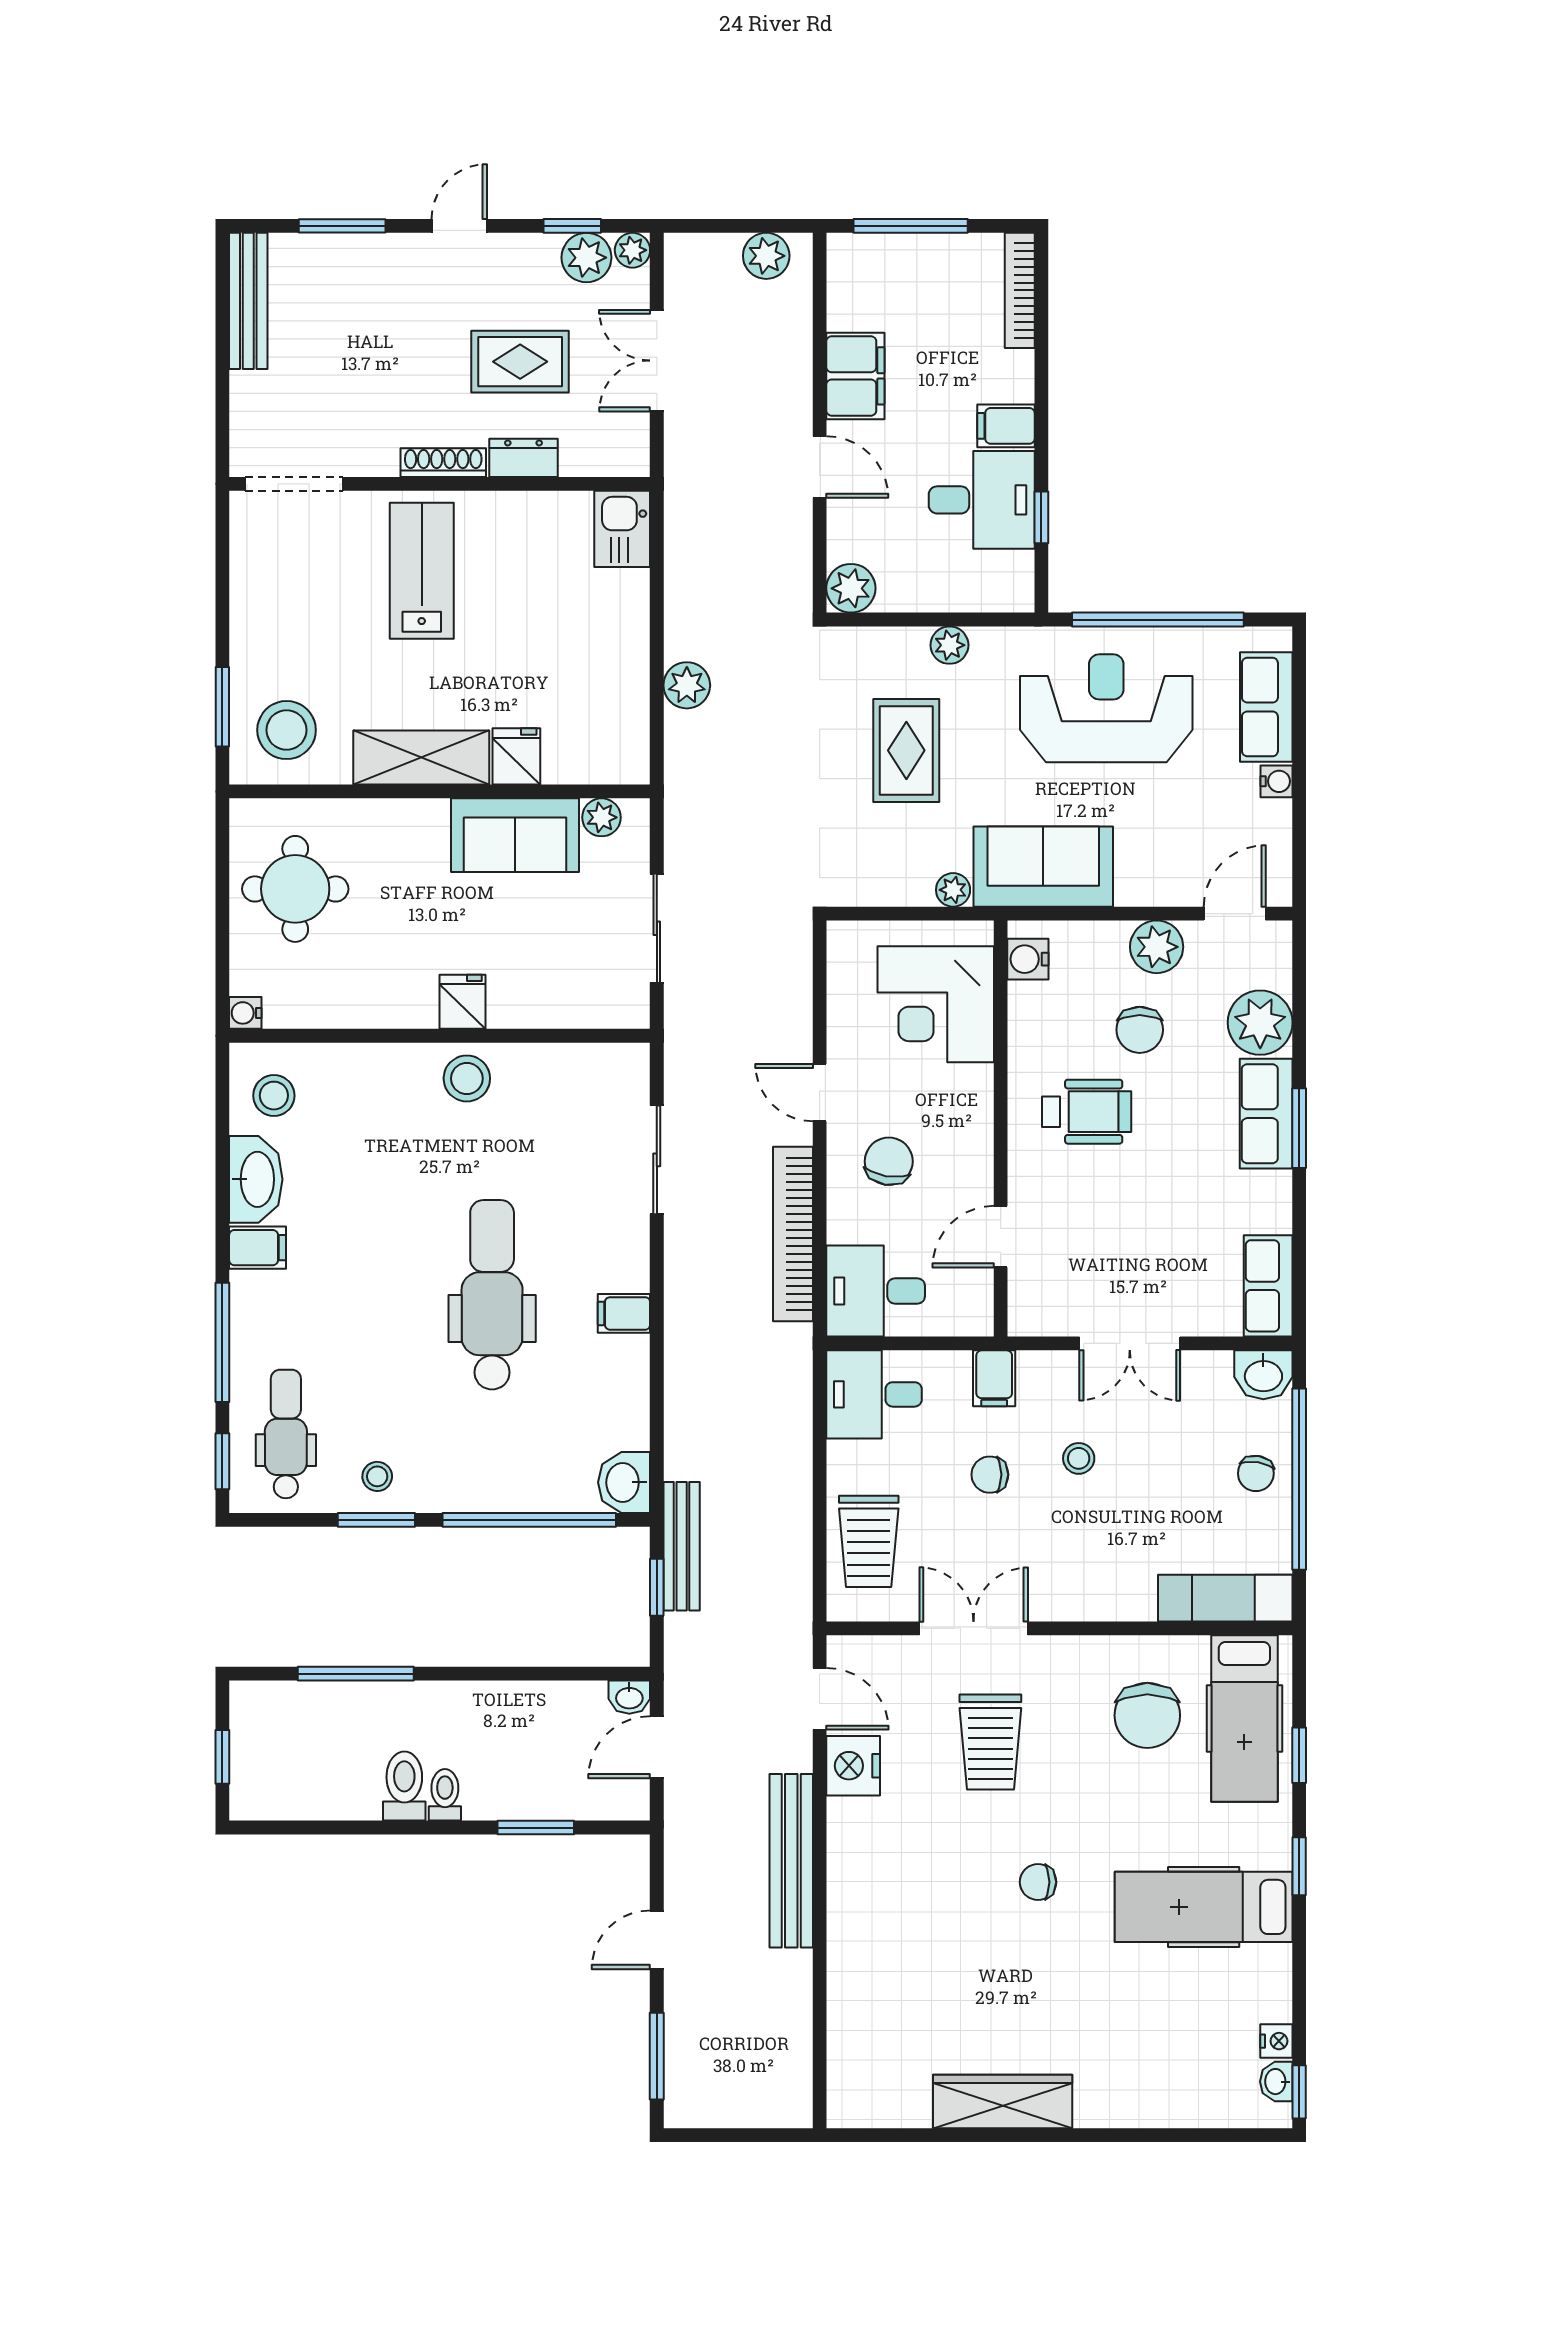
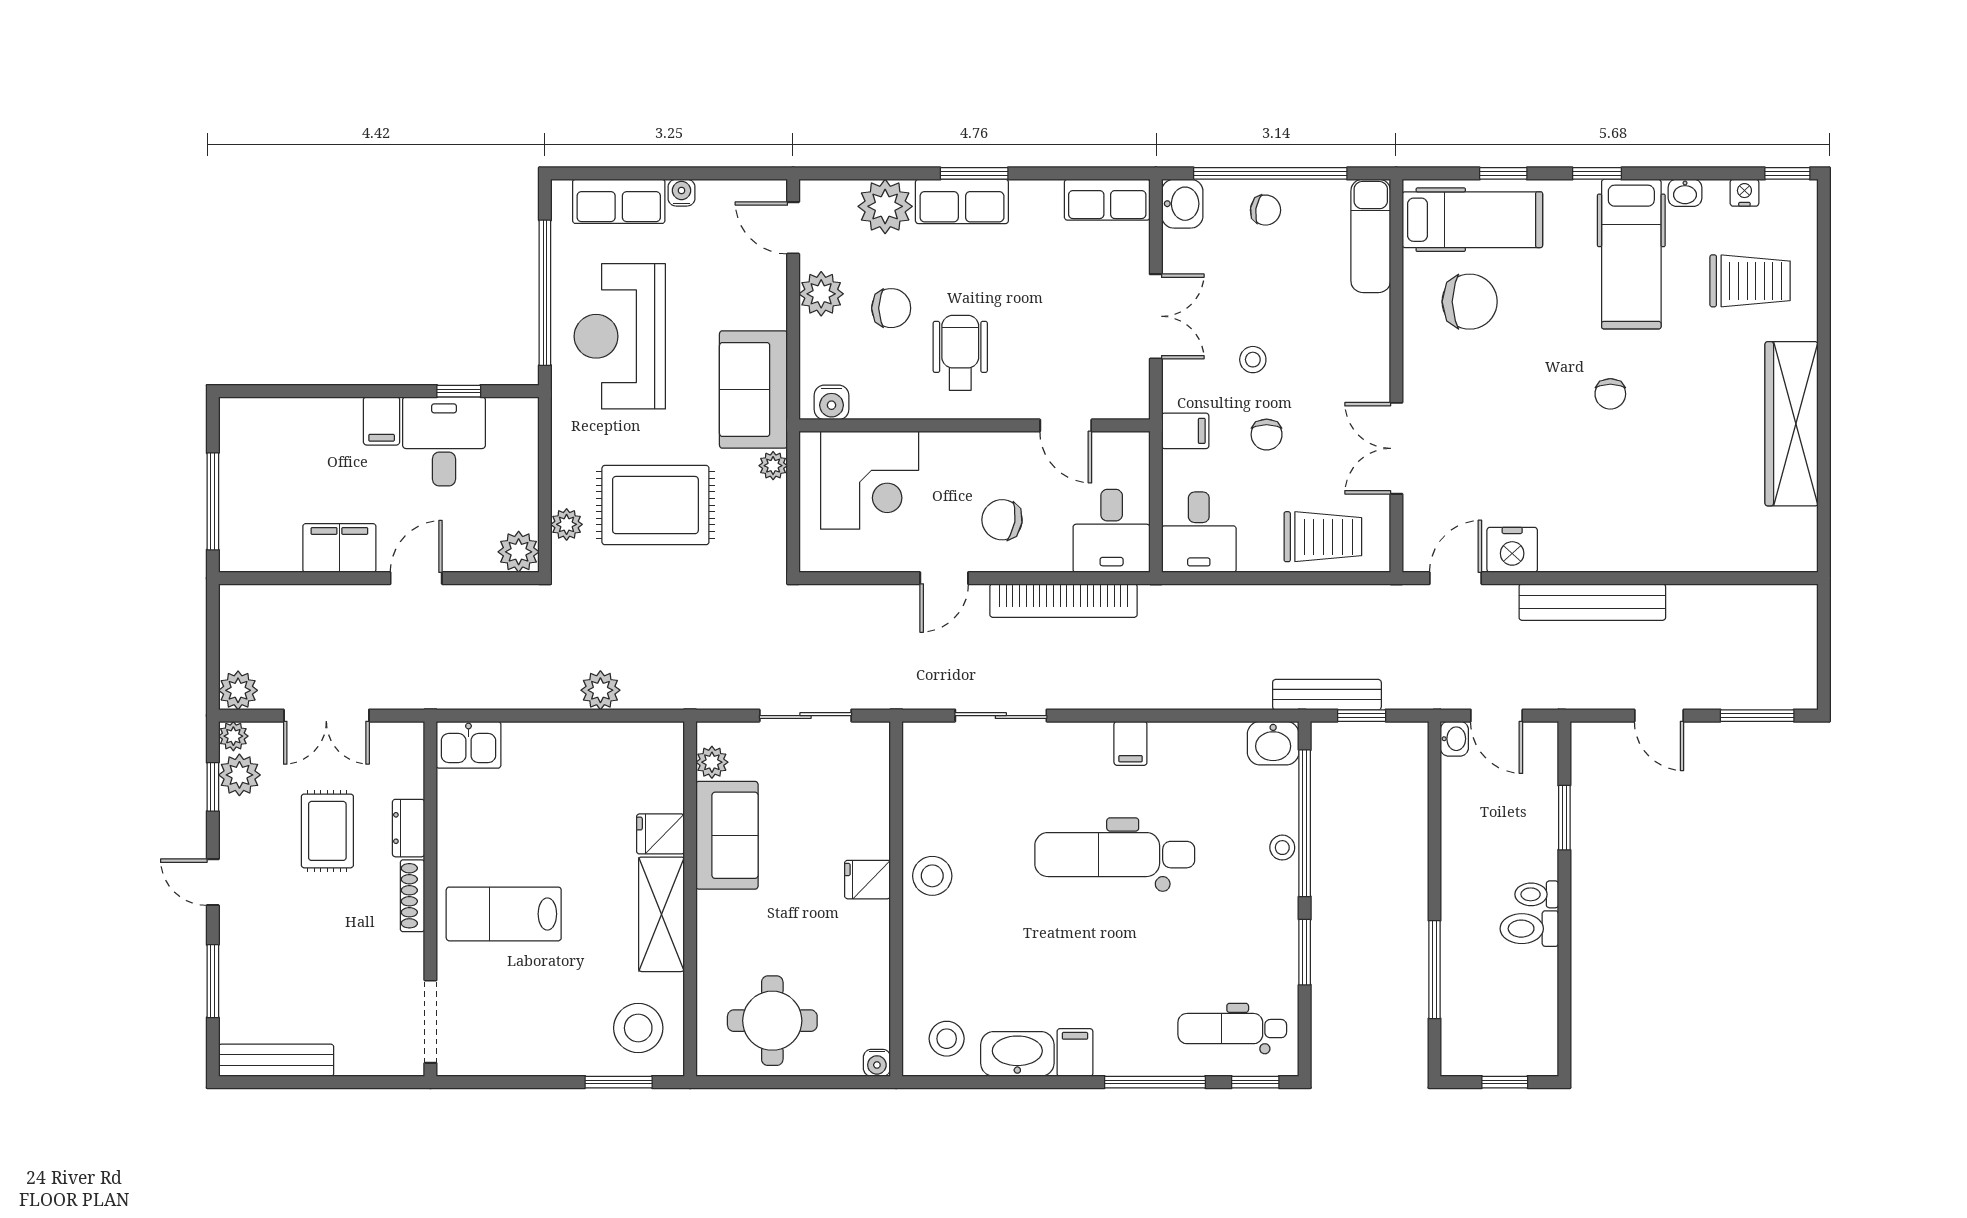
plant: (766, 256) -> (238, 690), moved
bookcase: (1020, 290) -> (267, 409), removed
plant: (949, 645) -> (567, 524), moved
rug: (906, 750) -> (655, 505), width x1.36, depth x1.43
stool: (377, 1476) -> (1282, 848), moved
trolley: (990, 1742) -> (1750, 281), moved
washbasin: (1276, 2082) -> (1685, 193), moved
wardrobe: (1003, 2102) -> (1792, 424), width x1.40, depth x1.17

